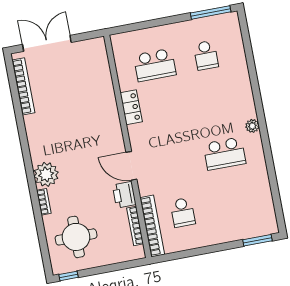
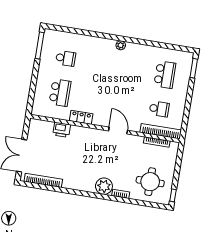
school desk: (224, 154) -> (165, 75), moved
door: (131, 166) -> (118, 131), swing flipped
printer: (124, 195) -> (62, 130), moved

